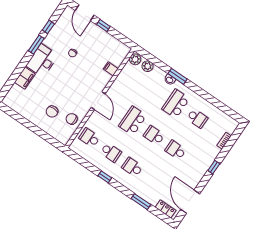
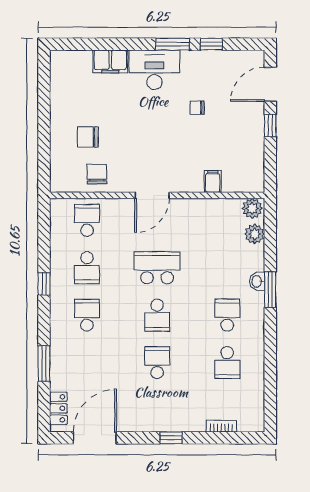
school desk: (176, 104) -> (227, 315), width x0.54
school desk: (154, 135) -> (157, 315), turned 180

